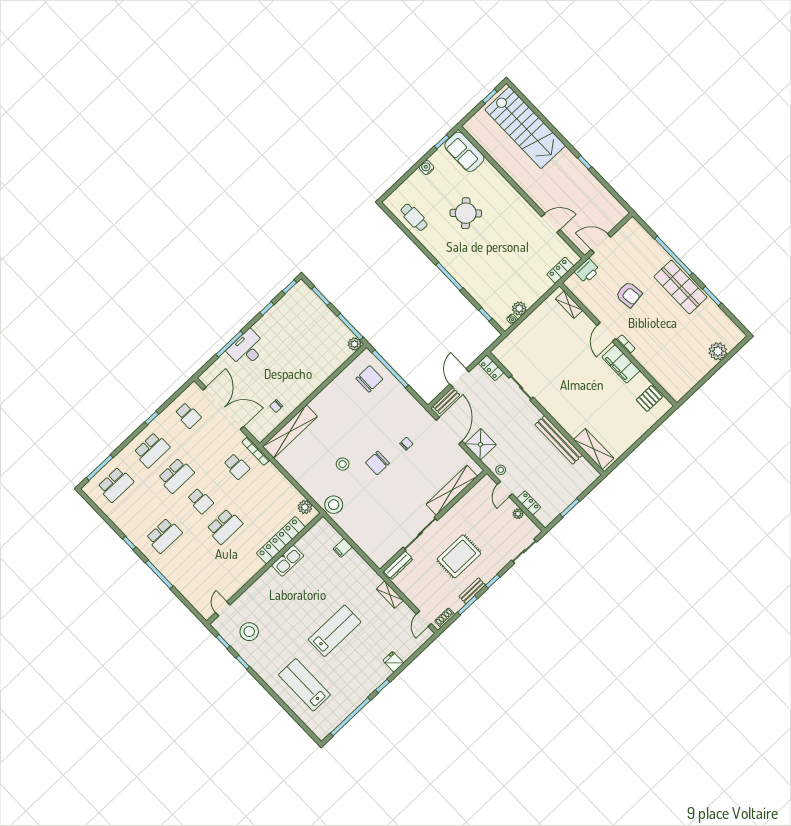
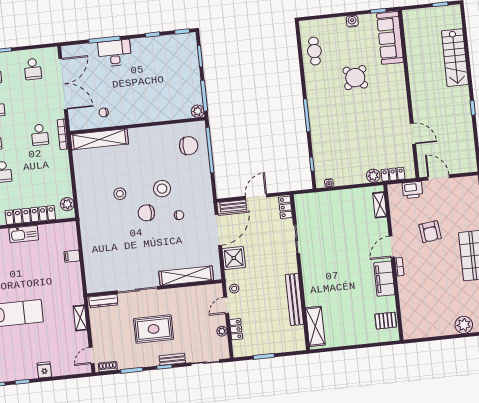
stairs: (525, 128) -> (455, 58), width x0.73, depth x0.66
sofa: (464, 152) -> (390, 38), width x1.36
plant: (519, 308) -> (373, 176), moved
stool: (334, 505) -> (162, 189), moved
bench: (472, 591) -> (172, 359), moved

